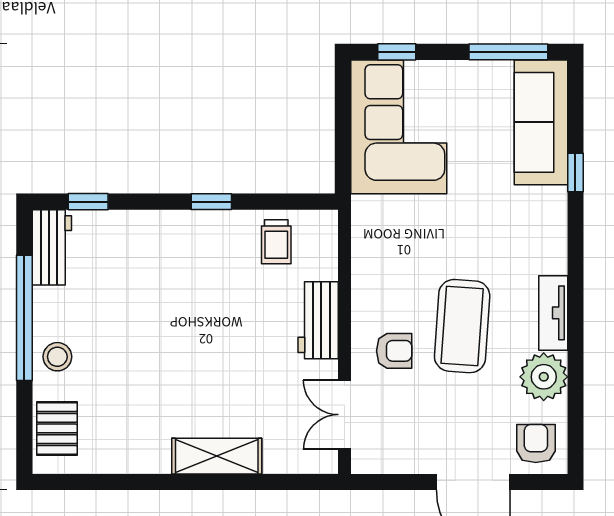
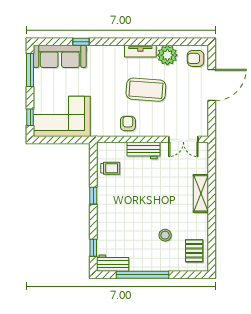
armchair: (394, 351) -> (128, 124), moved
stool: (57, 357) -> (165, 235), moved
pallet: (57, 428) -> (194, 251), moved, turned 90

